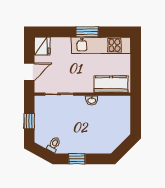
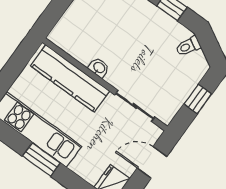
kitchen counter: (111, 84) -> (70, 78), width x1.50

